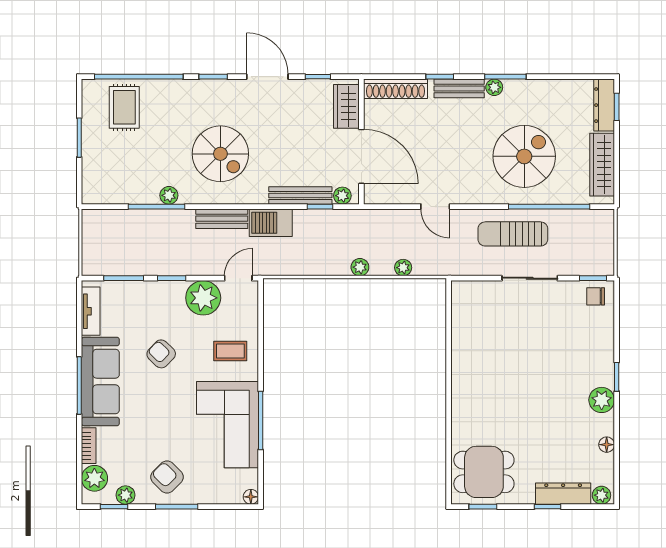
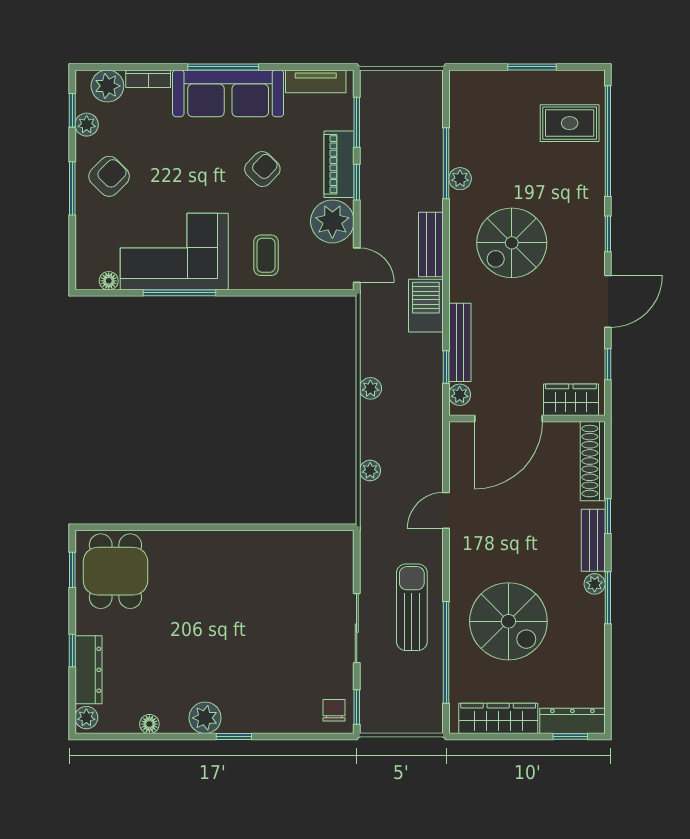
plant: (360, 267) -> (370, 388), moved
piano: (157, 292) -> (339, 164), added
floor lamp: (251, 497) -> (109, 281), moved

